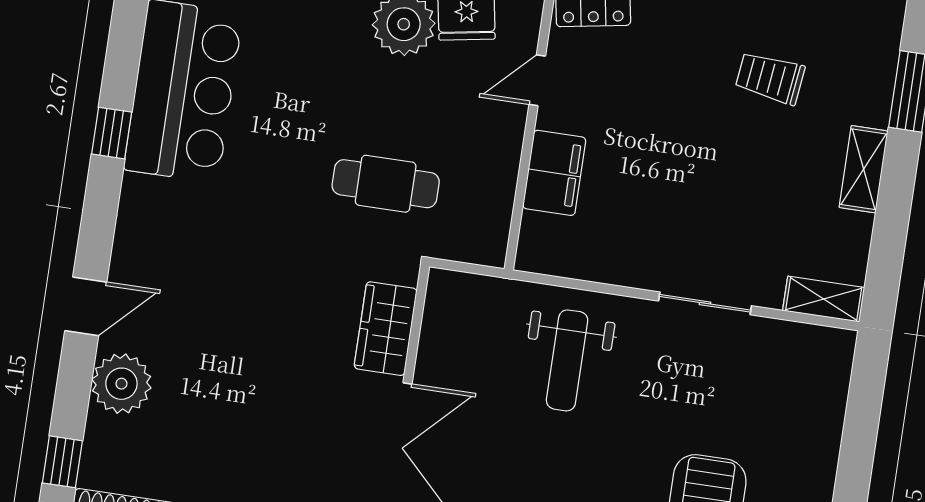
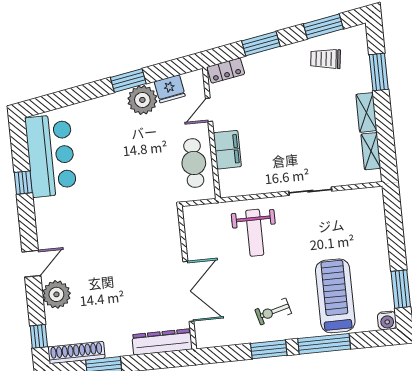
trolley: (770, 78) -> (326, 59), moved
cafe table: (386, 184) -> (194, 163), moved, turned 90
shelving: (824, 299) -> (371, 151), moved, turned 90
wardrobe: (386, 329) -> (169, 239), removed

